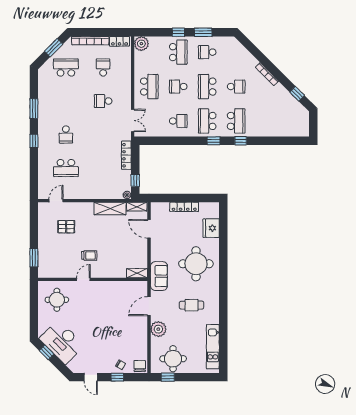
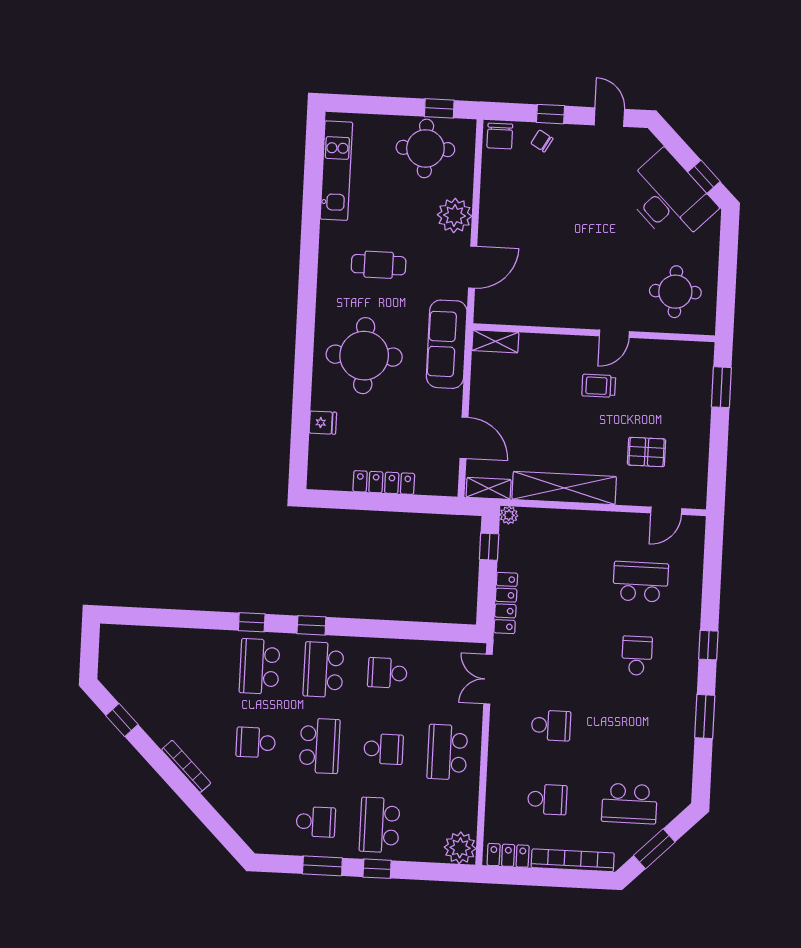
school desk: (103, 68) -> (547, 799), turned -90
school desk: (207, 121) -> (323, 670), turned 180
shelving: (110, 209) -> (564, 488), width x1.47
fridge: (211, 228) -> (323, 423), width x0.53, depth x0.75
sofa: (159, 276) -> (447, 344), width x1.36

